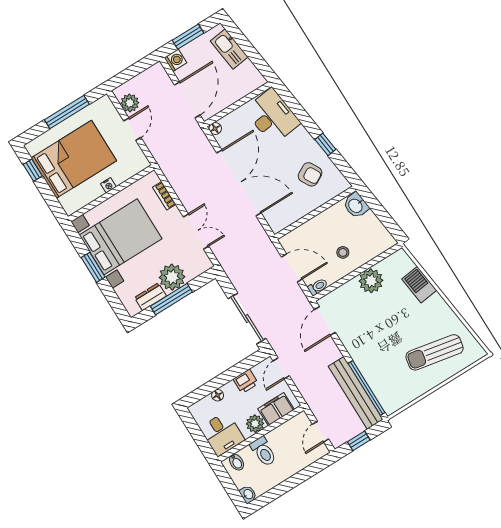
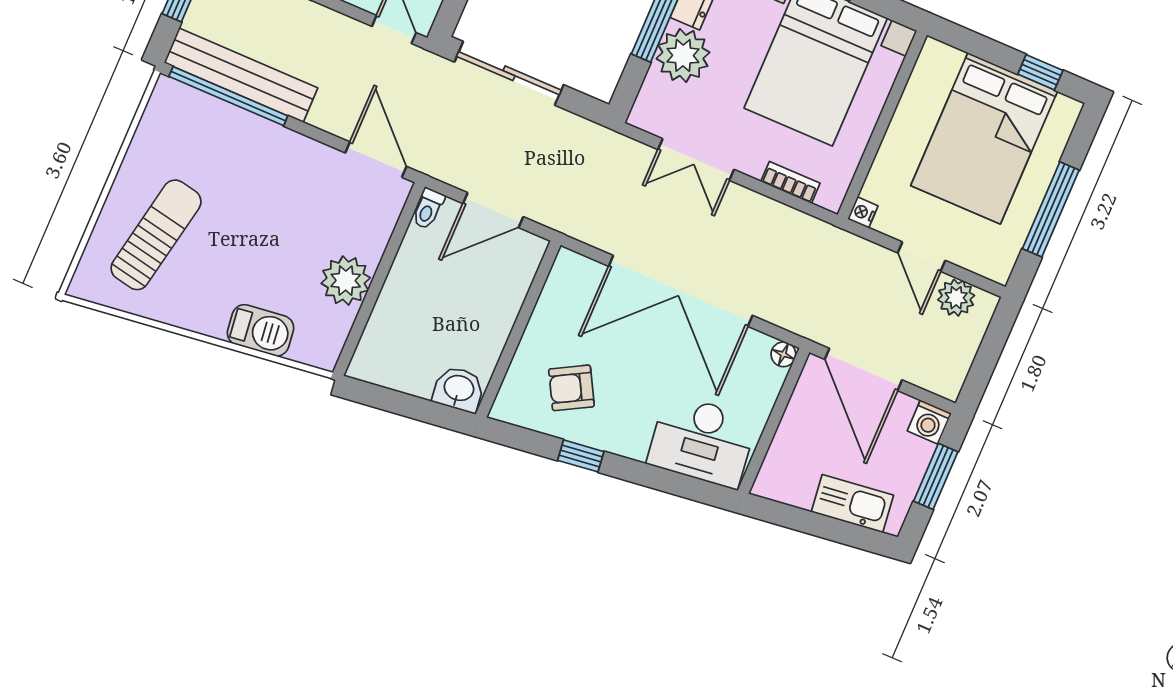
nightstand: (108, 185) -> (863, 212), moved
stool: (343, 252) -> (426, 295), removed

